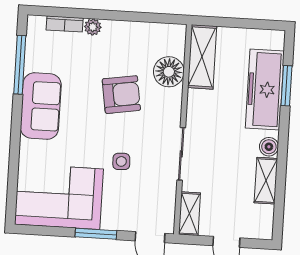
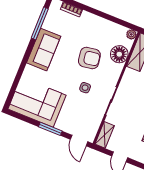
plant: (93, 27) -> (131, 34), moved
side table: (121, 161) -> (85, 88), moved

